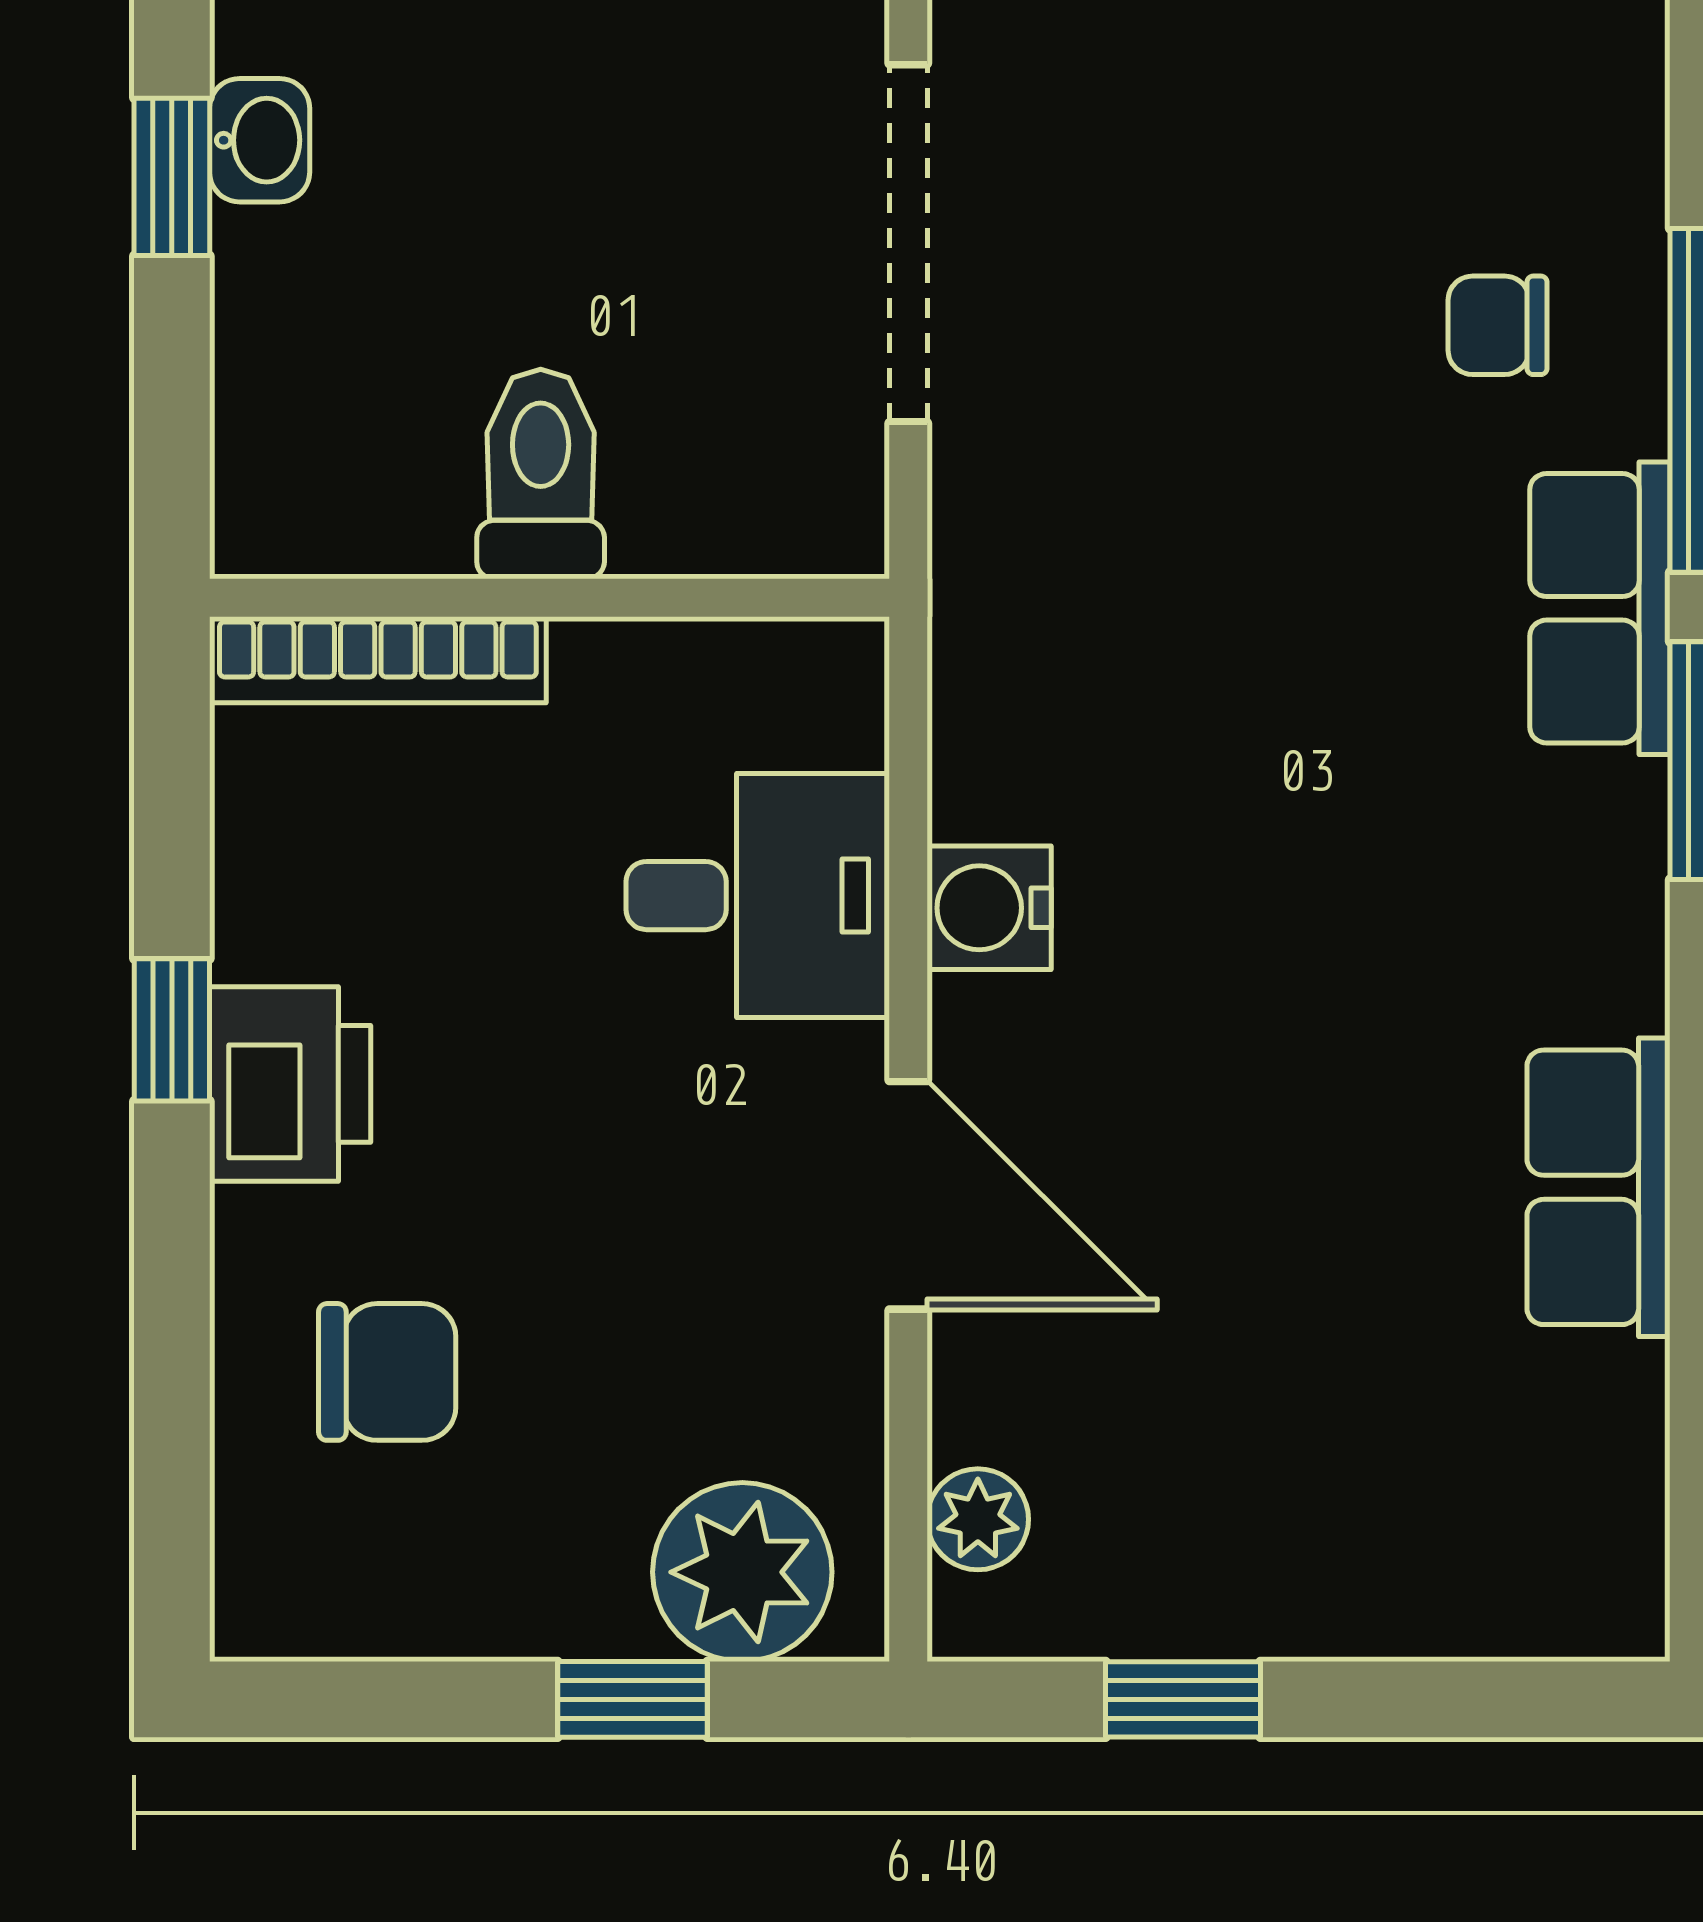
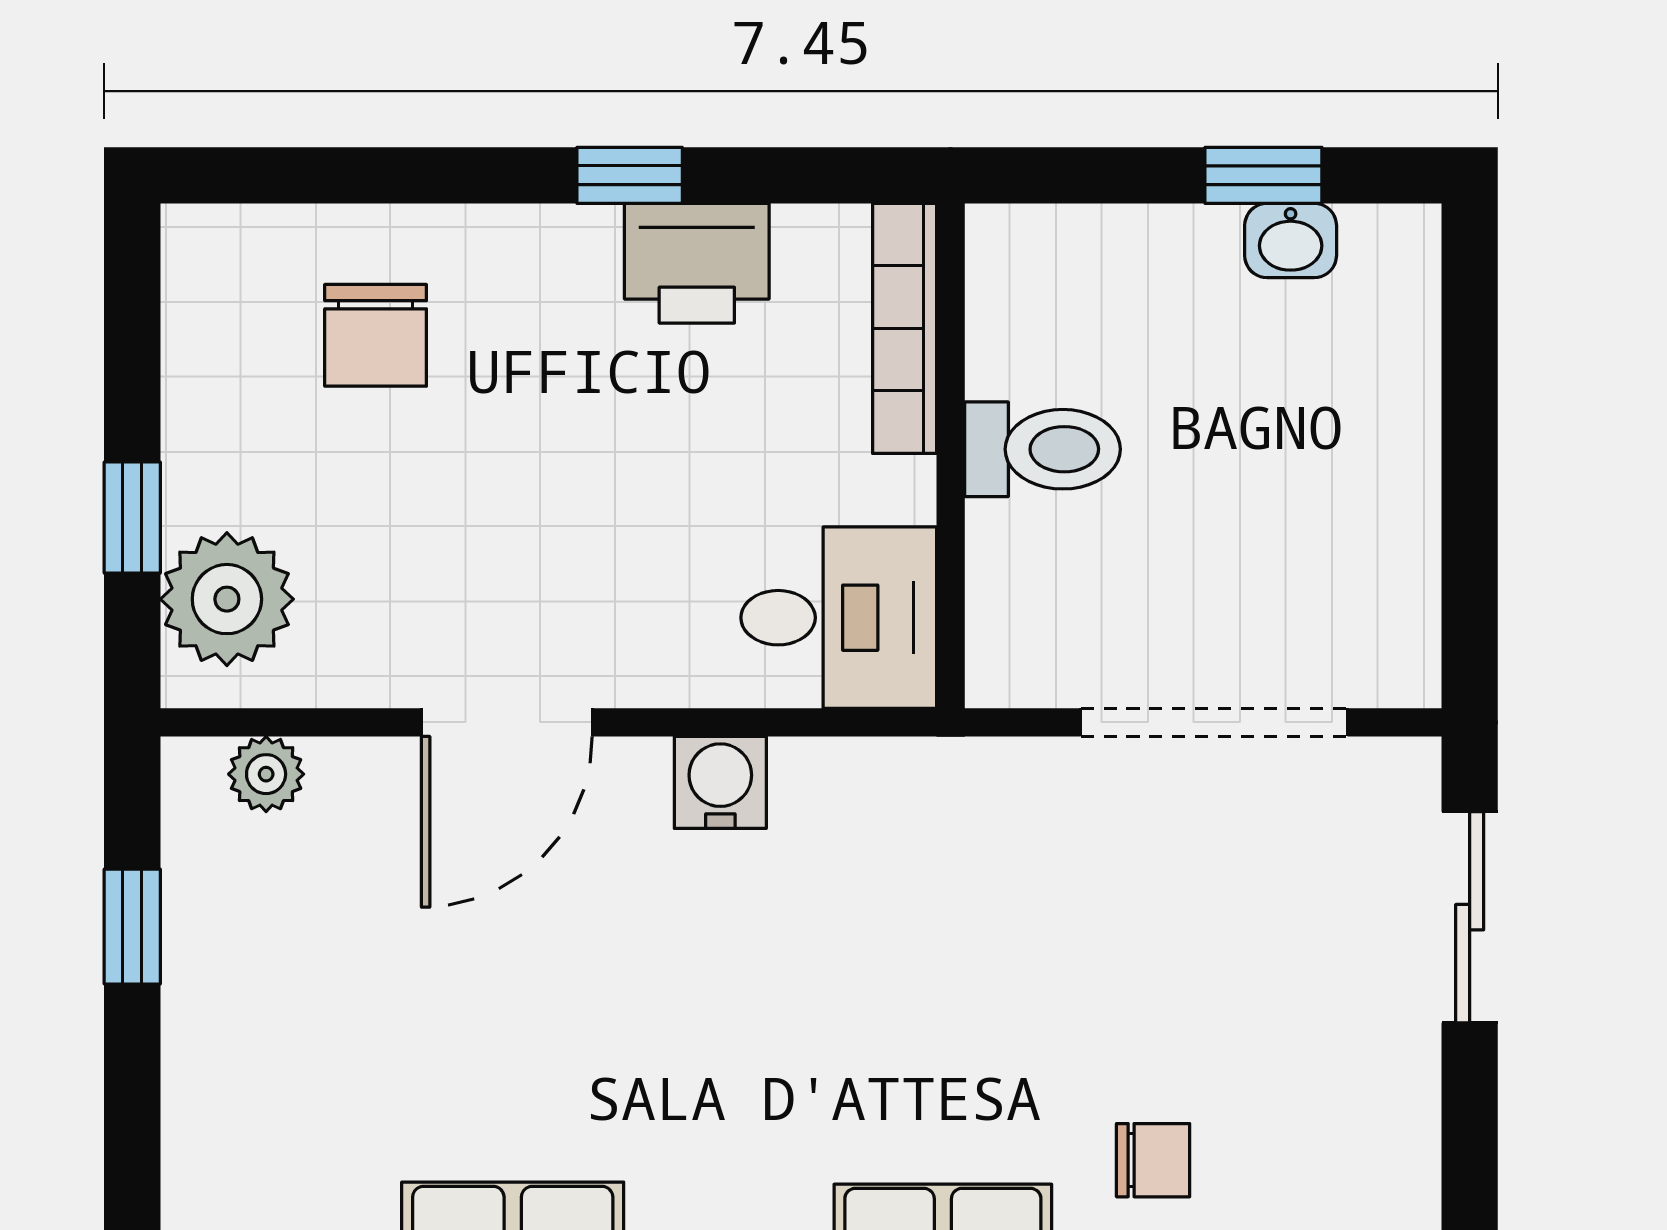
chair: (1498, 325) -> (1153, 1160), turned 90
desk: (758, 896) -> (839, 618), moved, turned -90
printer: (290, 1084) -> (697, 263), moved

